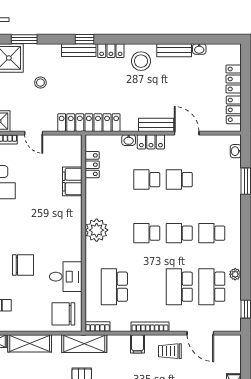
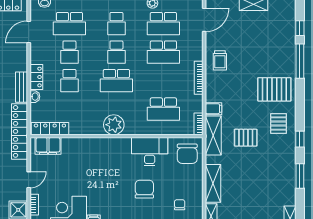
bench: (156, 125) -> (22, 87), moved
door: (187, 133) -> (29, 32), moved
locker: (92, 165) -> (50, 129), width x1.53
school desk: (212, 180) -> (69, 24), added
filing cabinet: (72, 181) -> (48, 146), moved
school desk: (147, 233) -> (116, 81), width x1.85
desk: (66, 277) -> (150, 152), width x1.37
door: (200, 333) -> (204, 20), moved
filing cabinet: (137, 344) -> (214, 109), moved

